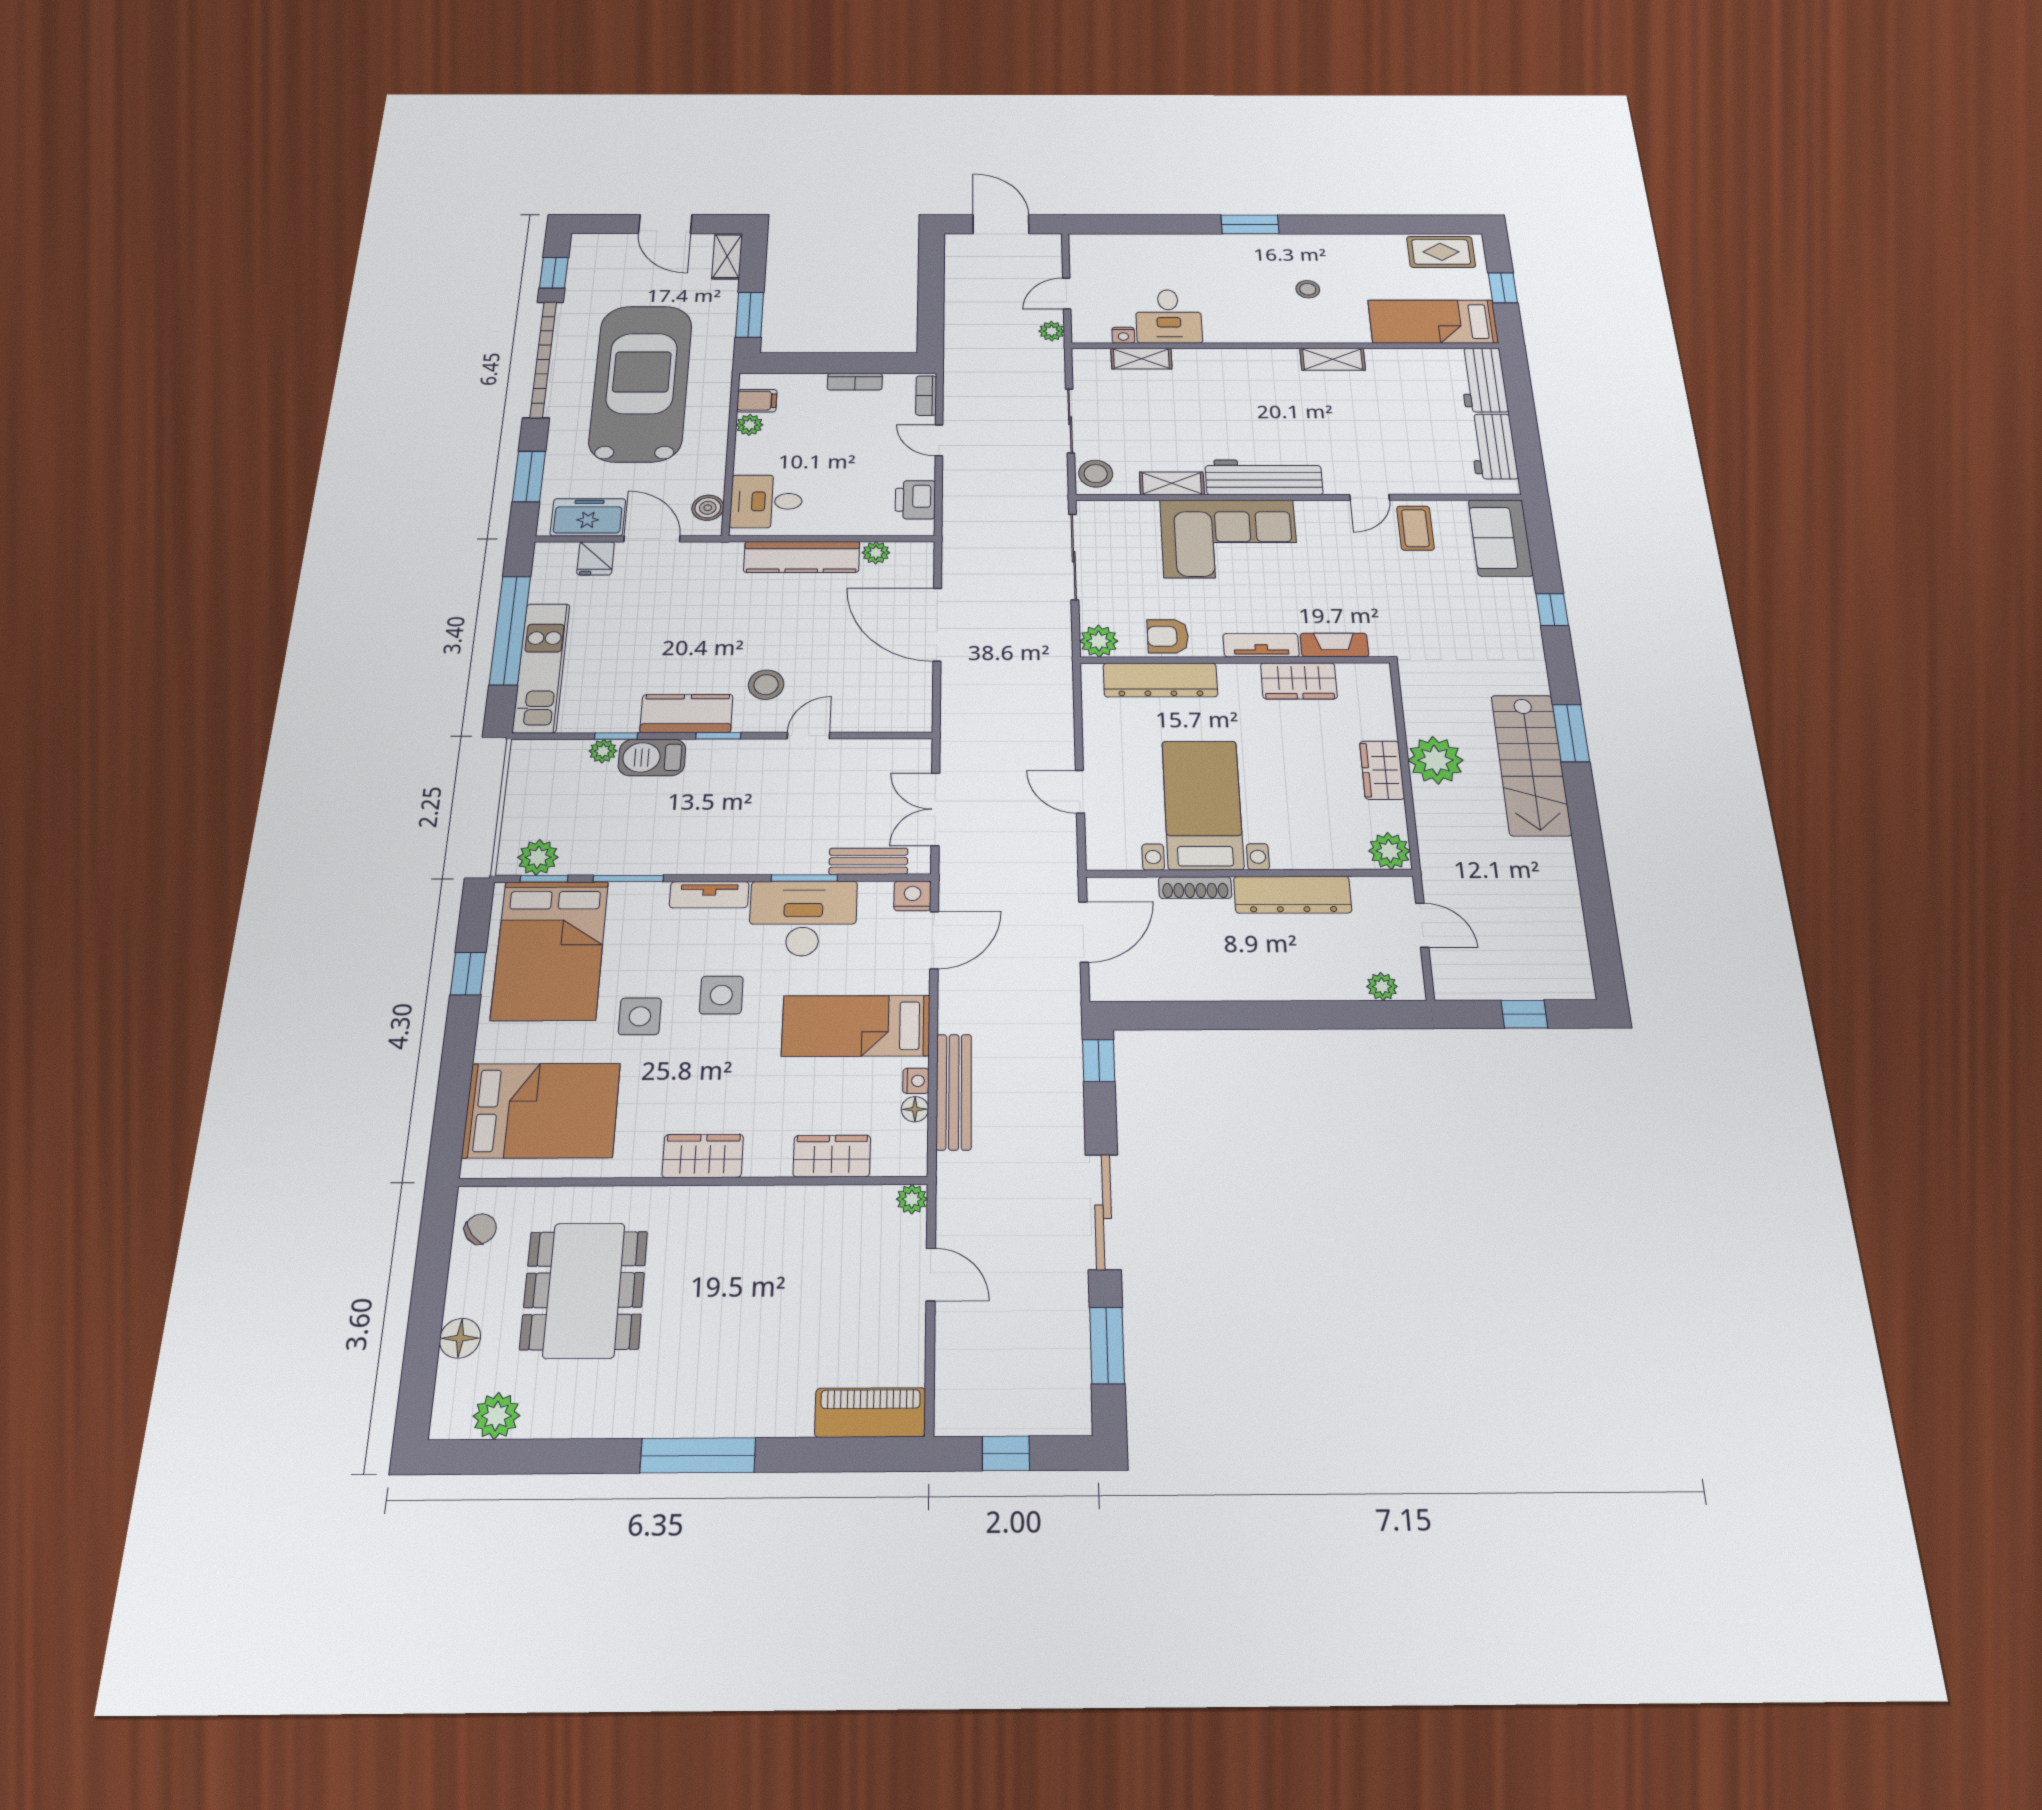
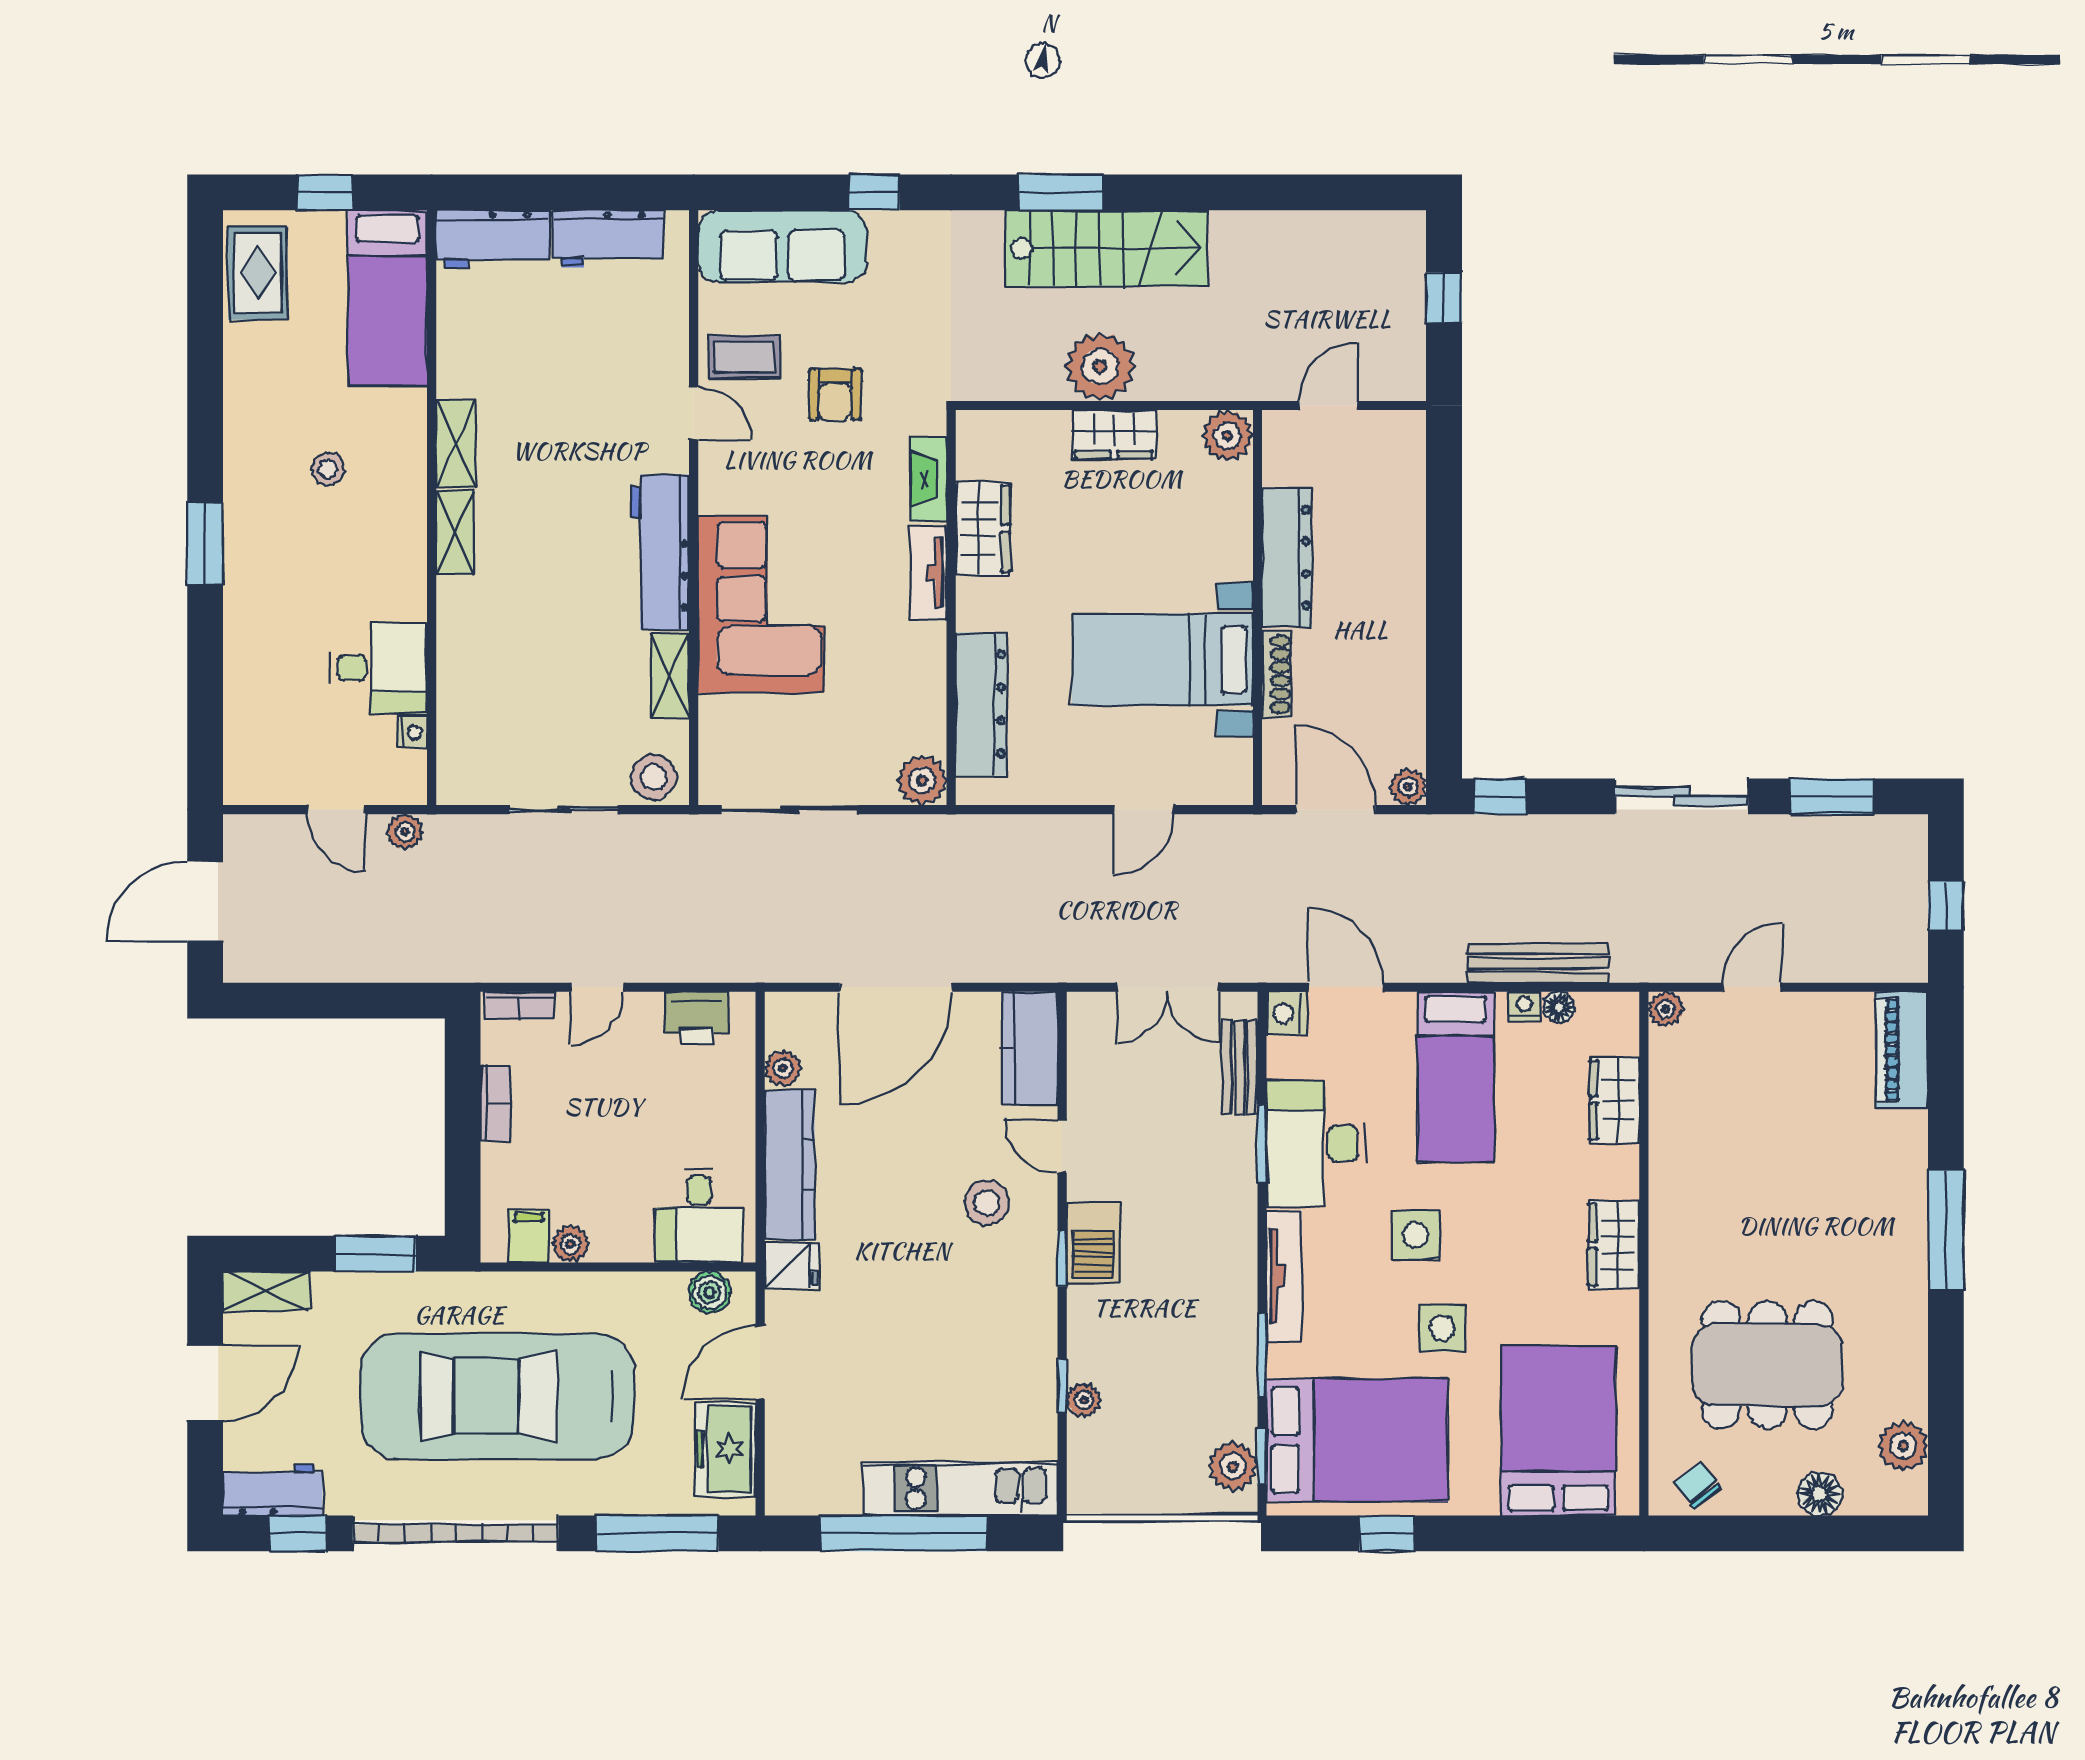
workbench: (586, 259) -> (273, 1490), added
shelving: (1141, 359) -> (455, 533), moved
window: (529, 476) -> (657, 1533), width x1.44
sofa: (1501, 538) -> (782, 246), width x1.36
fridge: (596, 558) -> (791, 1266), moved
armchair: (1168, 636) -> (835, 394), moved
kitchen counter: (687, 714) -> (1029, 1048), moved
barbecue: (652, 757) -> (1093, 1242), moved
tv unit: (709, 895) -> (1284, 1276), width x1.41
plant: (1382, 987) -> (1408, 787), moved

